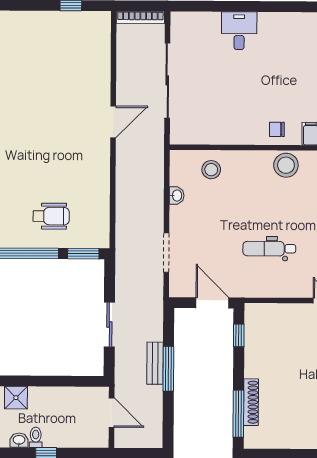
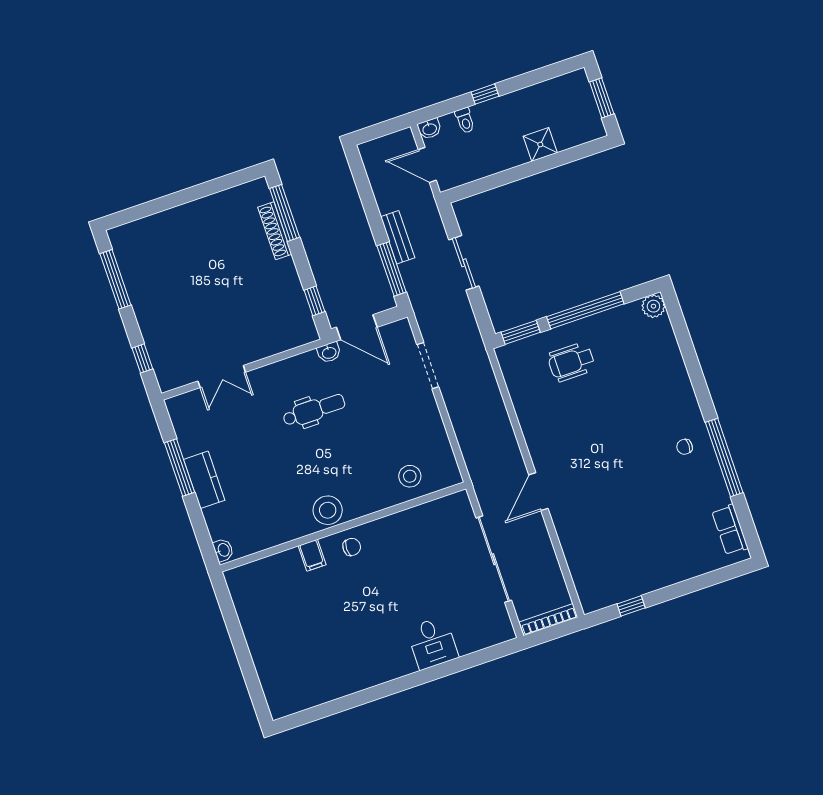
washbasin: (177, 196) -> (329, 352), moved, turned -90
window: (168, 369) -> (392, 269), moved
toilet: (36, 437) -> (465, 120), moved
washbasin: (19, 440) -> (430, 129), moved

